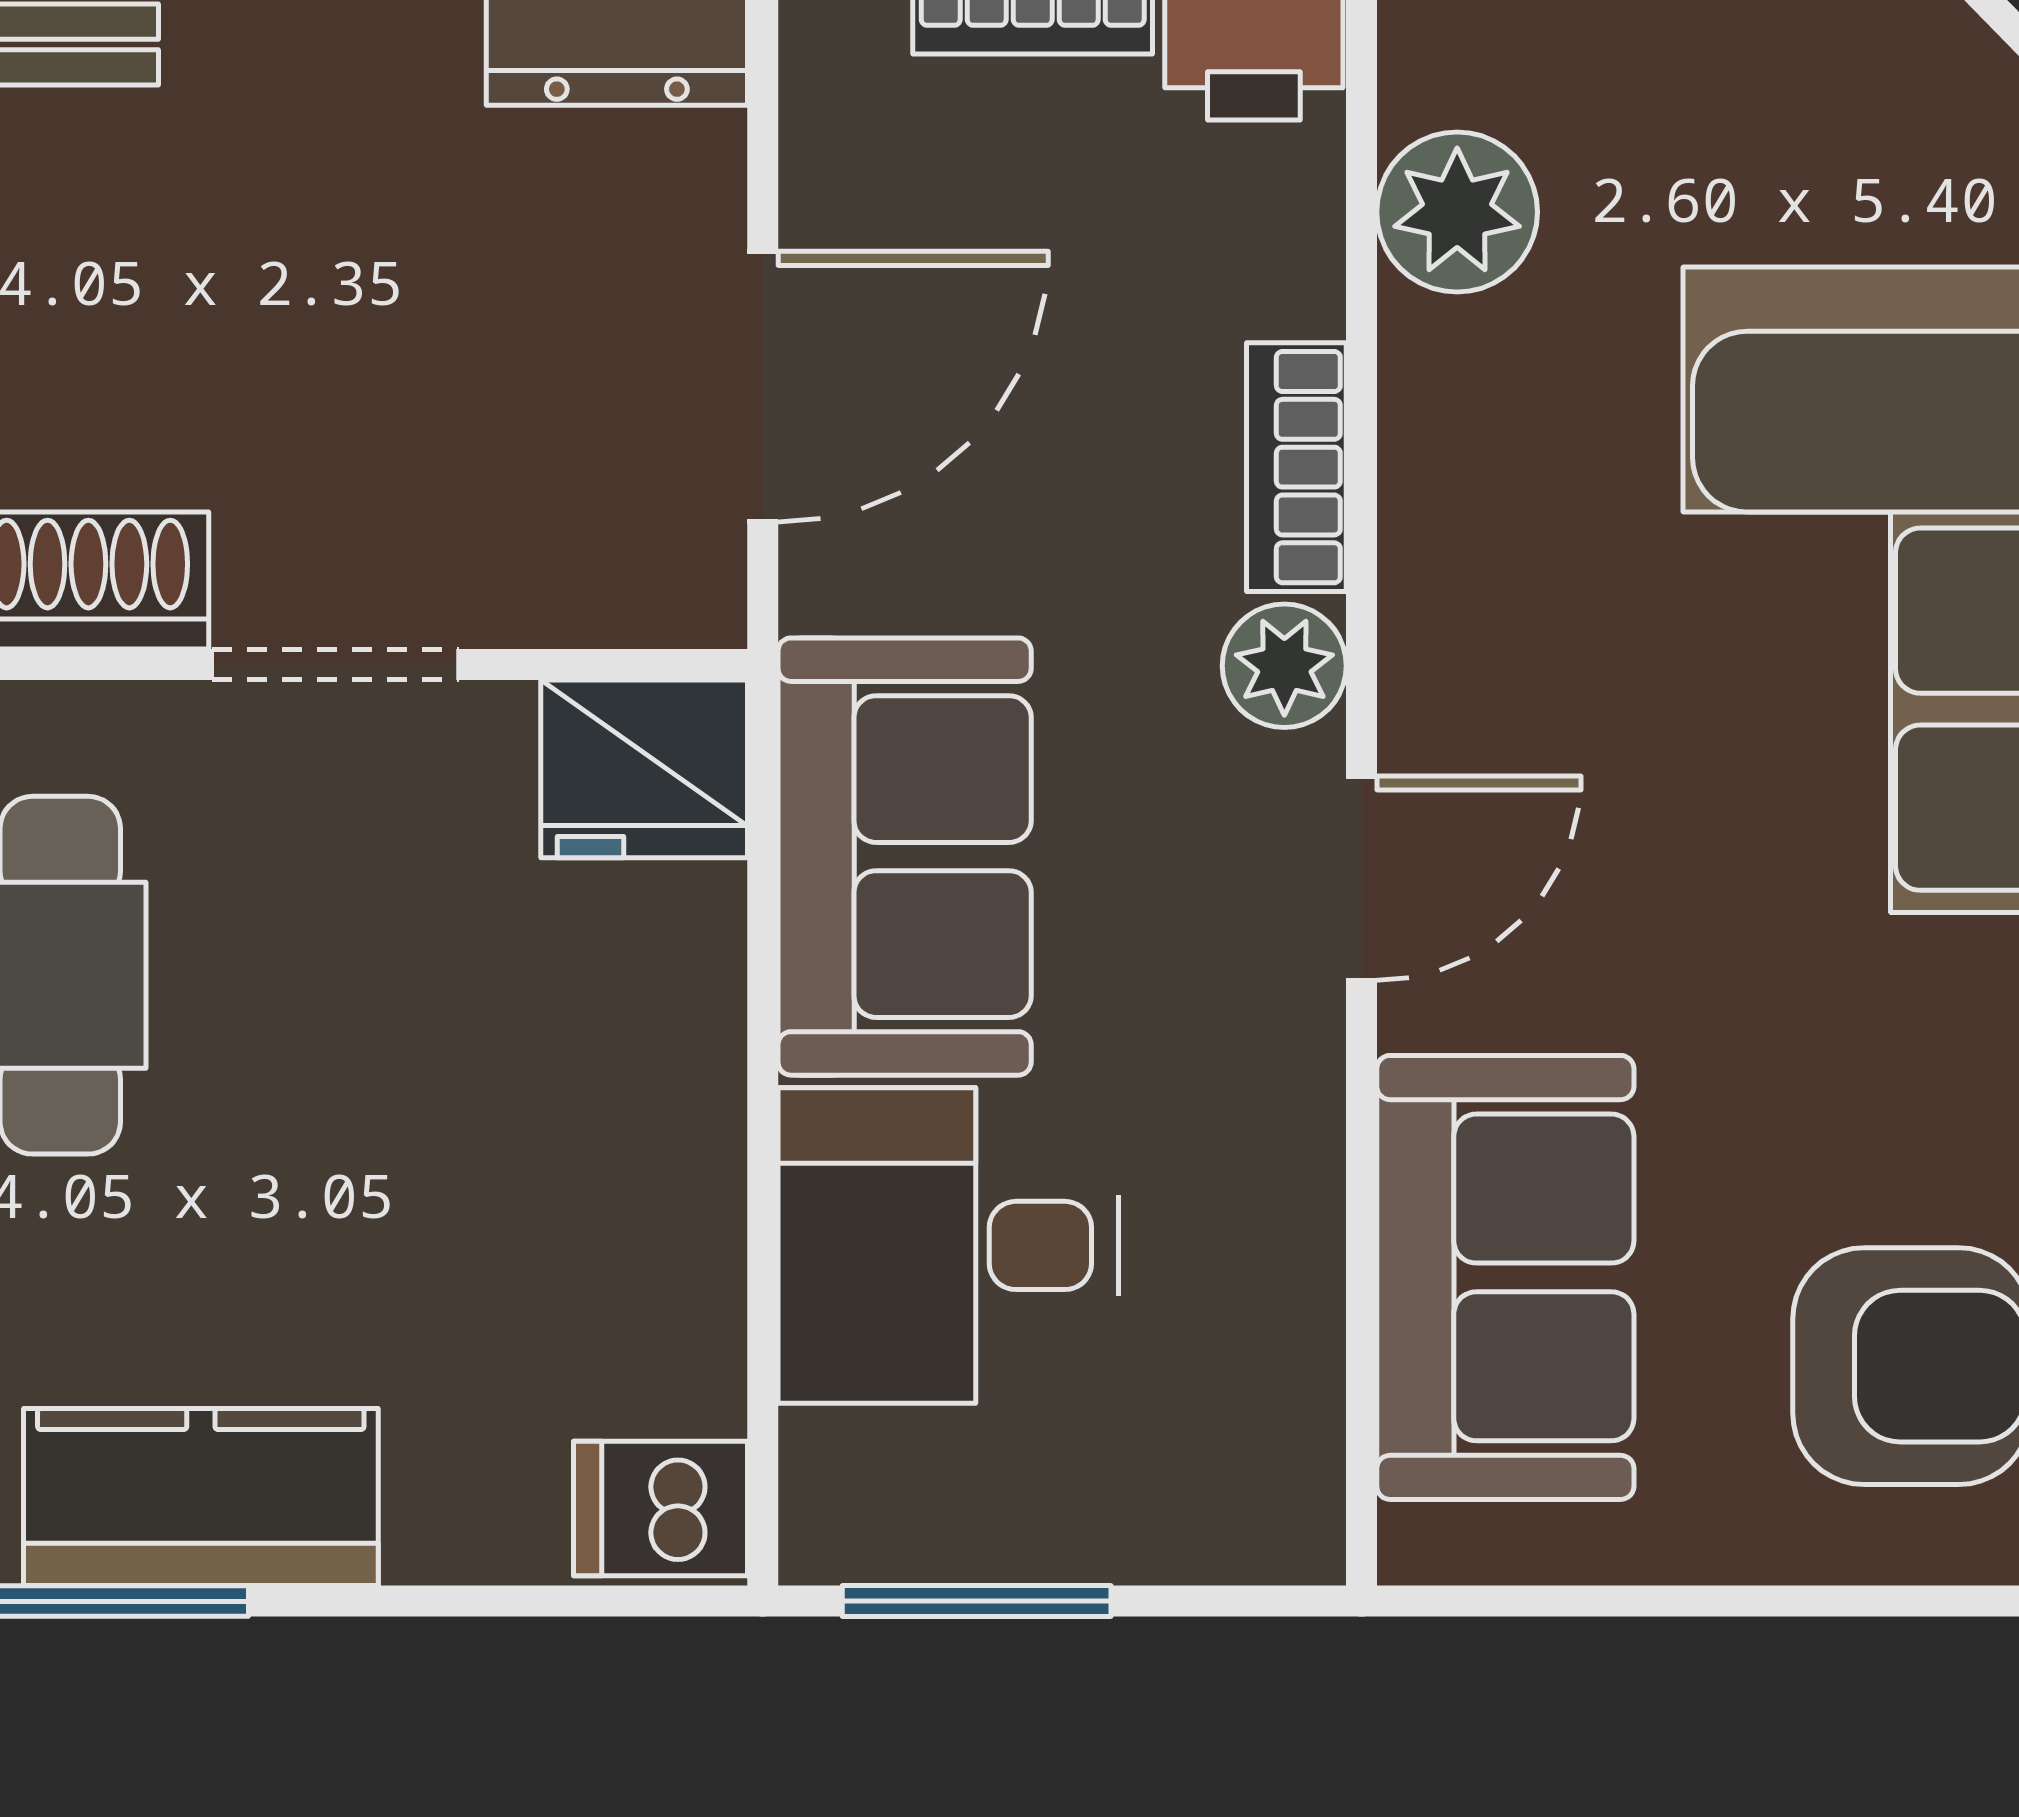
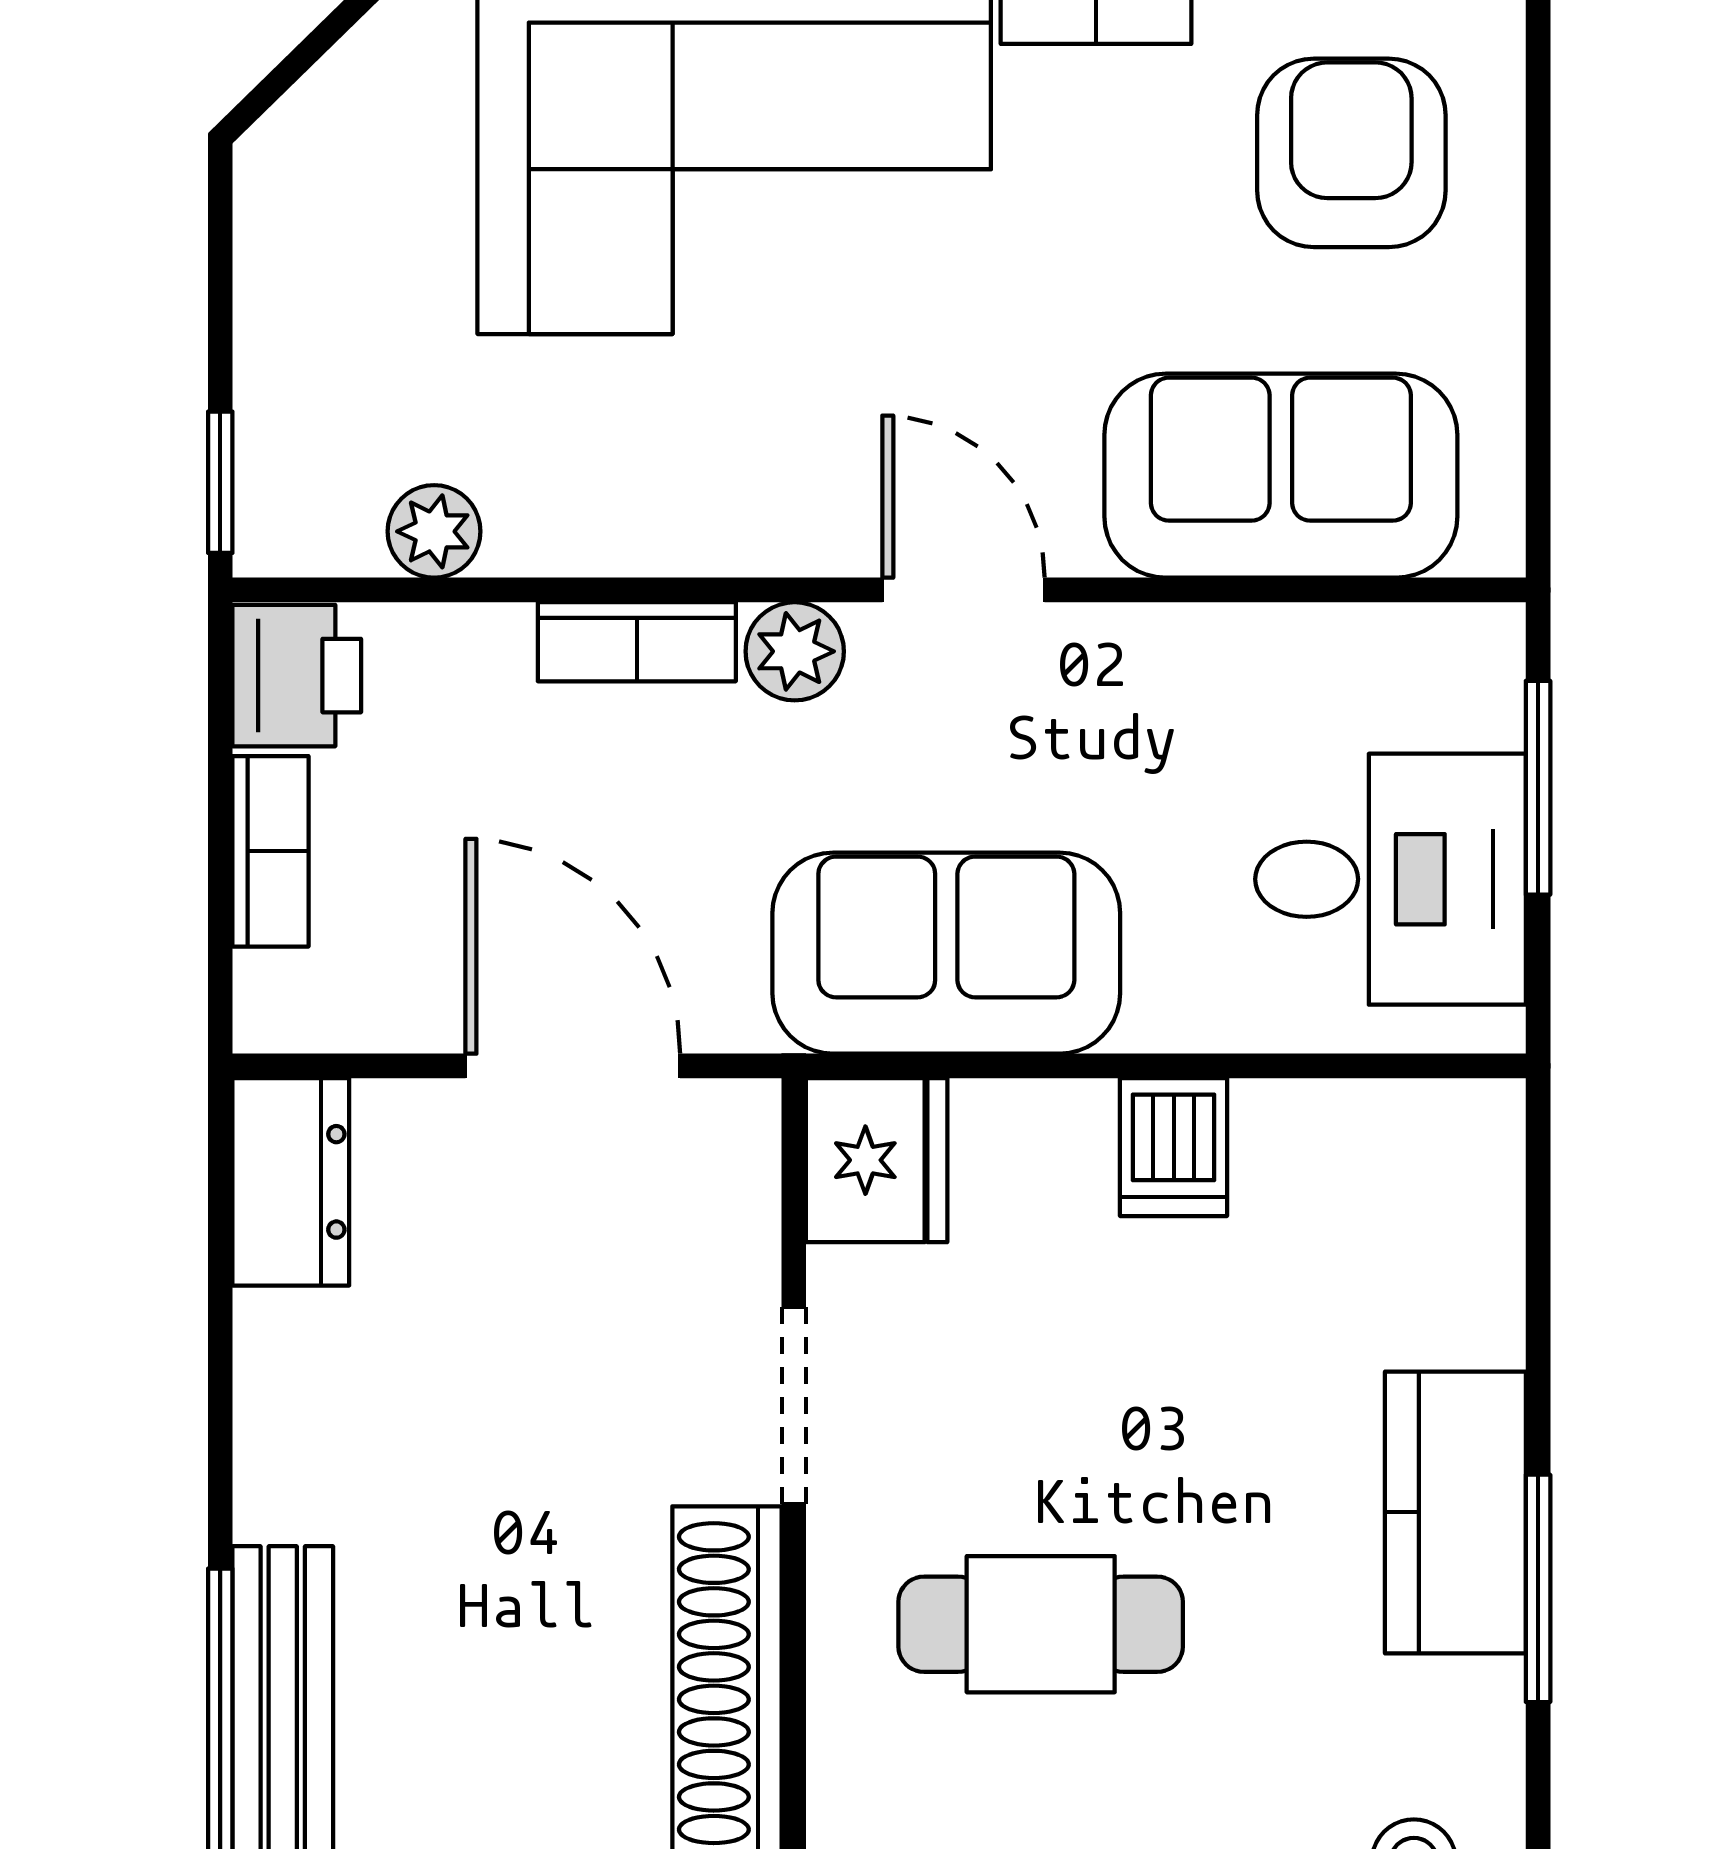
plant: (1457, 212) -> (434, 531), width x0.73, depth x0.73
desk: (948, 1245) -> (1391, 879), moved, turned -90
dishwasher: (661, 1508) -> (1174, 1147), moved
window: (977, 1601) -> (1538, 788), moved

